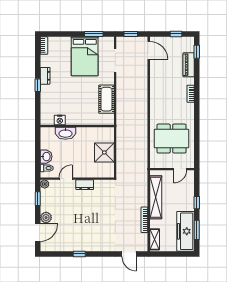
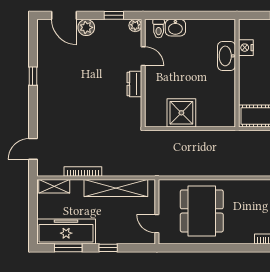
nightstand: (60, 120) -> (246, 48), moved
wall: (77, 126) -> (237, 73), moved
washbasin: (65, 133) -> (226, 56), moved

